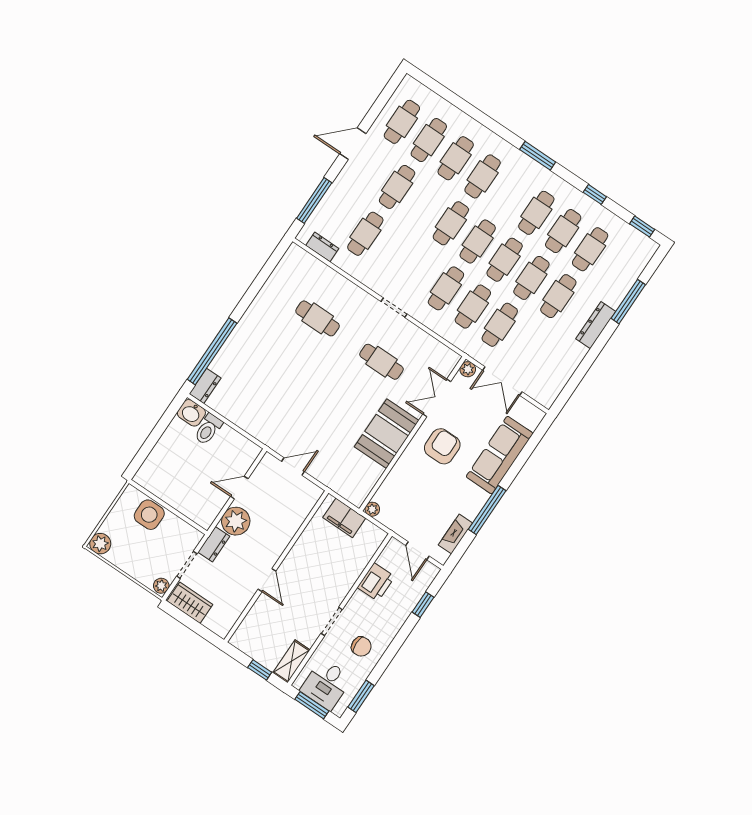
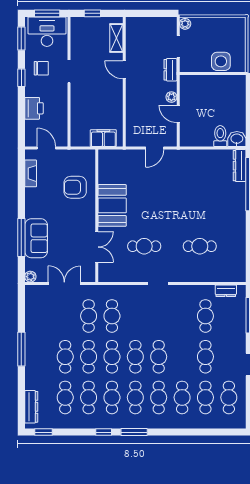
window: (595, 194) -> (104, 432), moved
cafe table: (446, 288) -> (135, 397), moved
window: (628, 302) -> (21, 349), moved
dresser: (596, 325) -> (31, 407), moved
plant: (468, 369) -> (30, 277), moved
dresser: (205, 386) -> (240, 166), width x1.44
armchair: (442, 446) -> (75, 187), moved, turned 90
sofa: (500, 455) -> (36, 238), width x0.73
door: (239, 488) -> (178, 114), swing flipped
plant: (372, 509) -> (90, 155), removed
window: (487, 510) -> (21, 237), moved
plant: (236, 521) -> (171, 97), width x0.53, depth x0.53
plant: (100, 544) -> (238, 24), removed
printer: (376, 582) -> (34, 108), moved, turned 180
wardrobe: (190, 603) -> (161, 25), removed
window: (423, 605) -> (21, 78), moved
chair: (361, 647) -> (41, 68), turned 180
shelving: (291, 661) -> (116, 38), moved
desk: (326, 684) -> (47, 32), width x1.37

